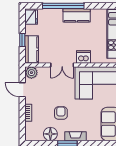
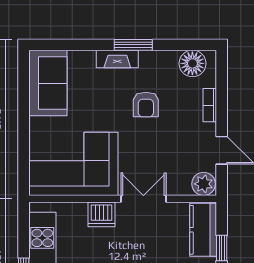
floor lamp: (50, 134) -> (192, 63), moved

